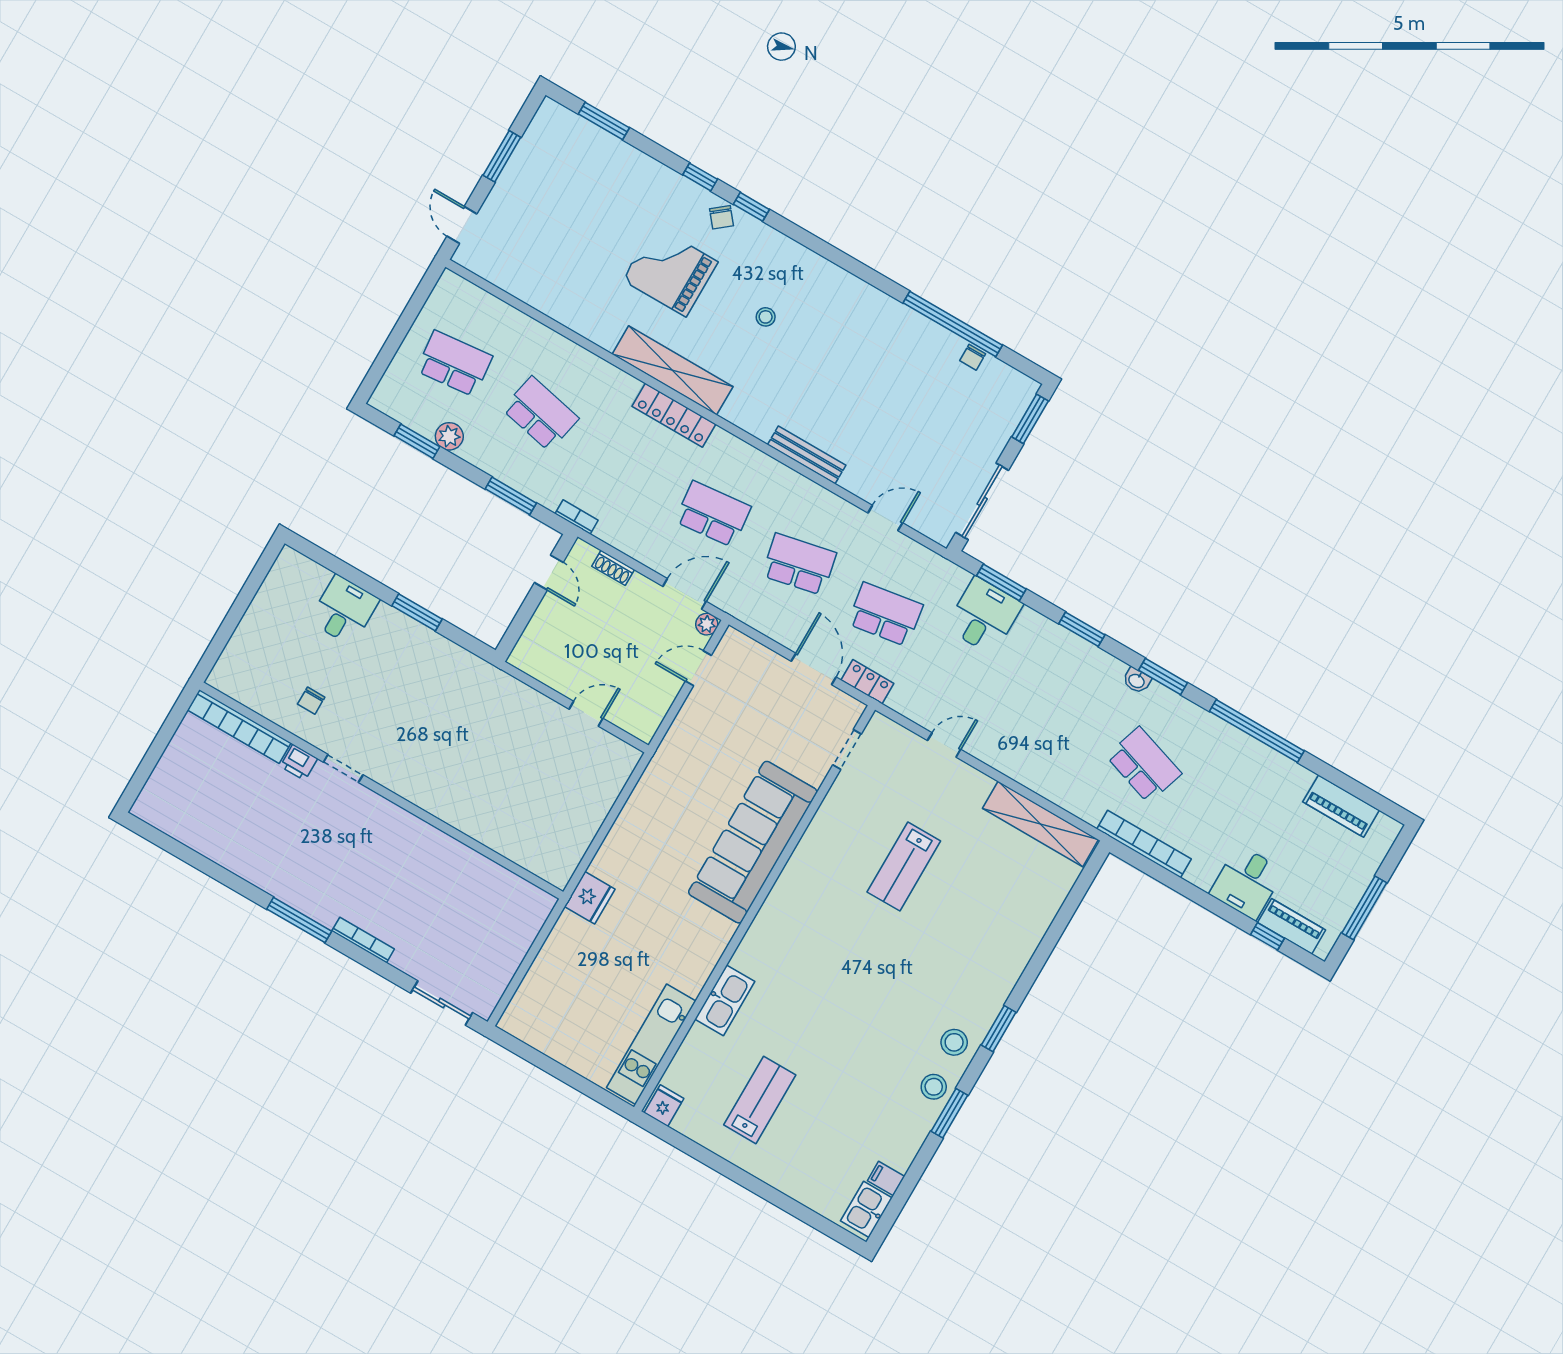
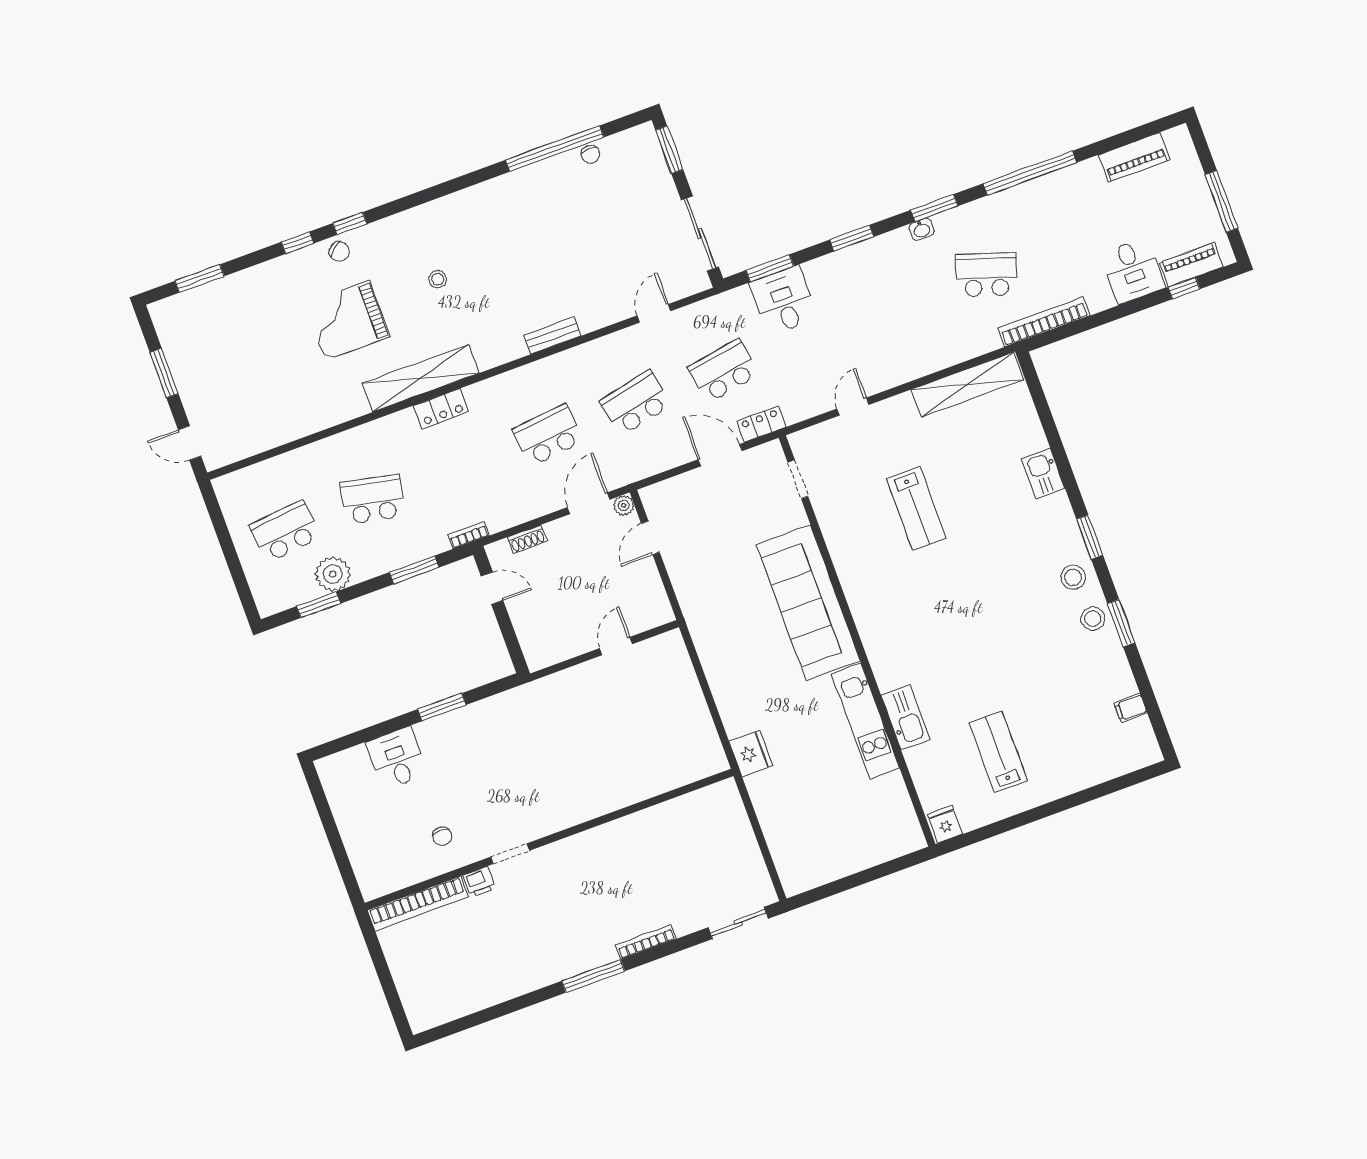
locker: (674, 415) -> (441, 409), width x0.66
plant: (449, 436) -> (333, 574), width x1.36, depth x1.36
bench: (807, 455) -> (552, 335), width x0.73
kitchen unit: (651, 1044) -> (865, 721), moved
kitchen sink: (866, 1209) -> (1043, 473), moved

